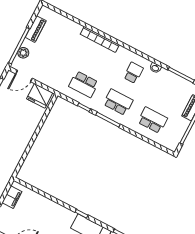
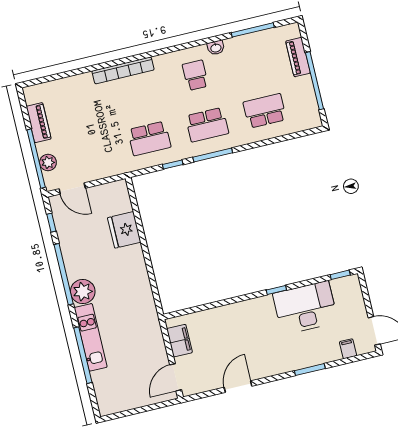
door: (24, 76) -> (72, 188), hinge flipped
fridge: (40, 96) -> (124, 230), moved, turned 90
school desk: (118, 102) -> (207, 125), turned 180

